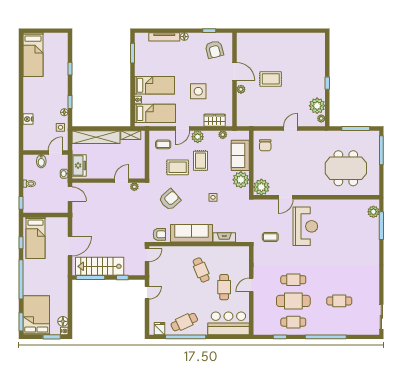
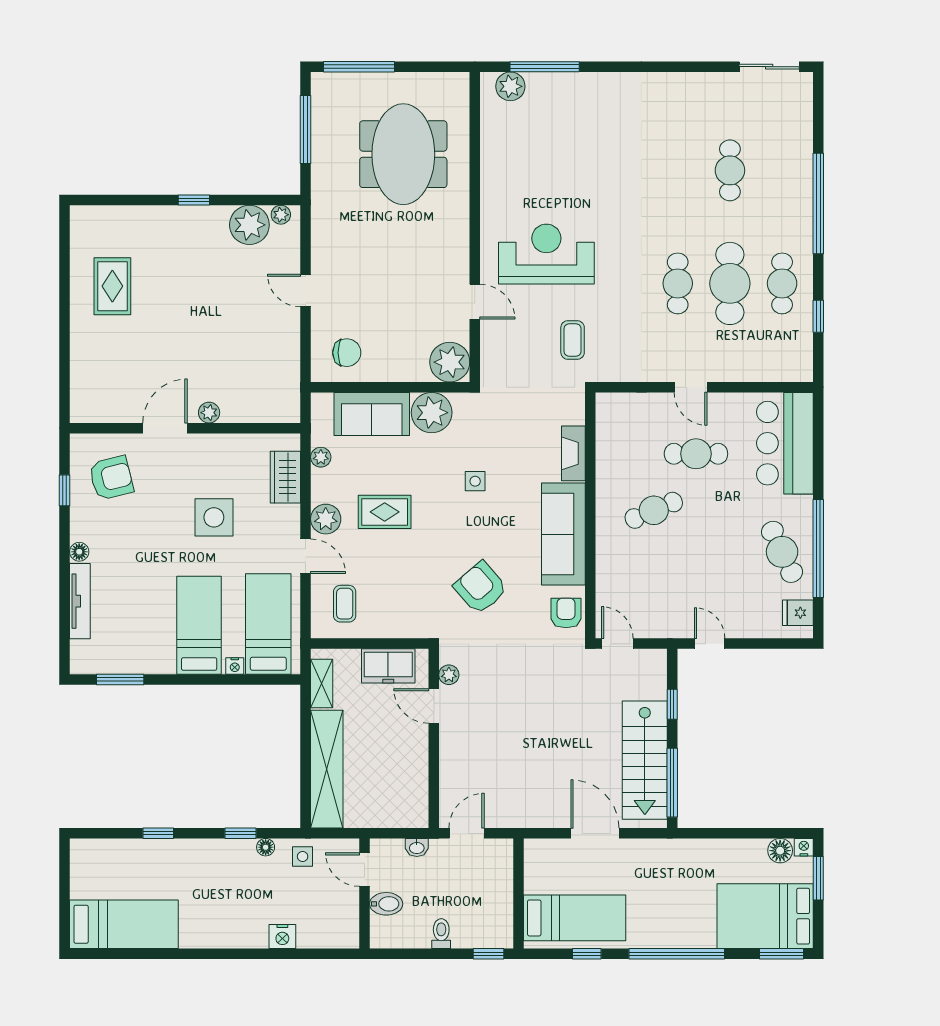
rug: (271, 79) -> (112, 286), moved
freezer: (79, 166) -> (388, 666), moved, turned 180
rug: (178, 167) -> (401, 568), removed

